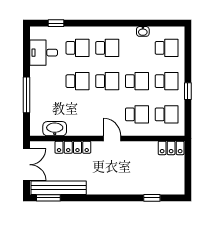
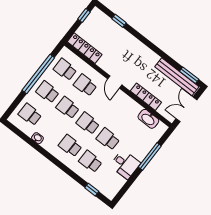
desk: (44, 53) -> (125, 164), moved
window: (188, 91) -> (38, 74), width x3.17
locker: (171, 148) -> (85, 48), width x1.53
window: (188, 178) -> (84, 15), added

